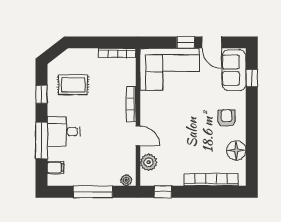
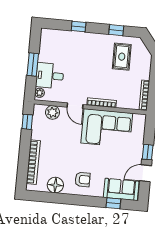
corner sofa: (170, 69) -> (107, 128), moved, turned -90
desk: (64, 131) -> (50, 76), moved, turned -90
door: (138, 136) -> (75, 106), hinge flipped
window: (41, 140) -> (79, 27), width x0.46
filing cabinet: (55, 168) -> (55, 36), removed
window: (93, 192) -> (33, 65), width x0.69

